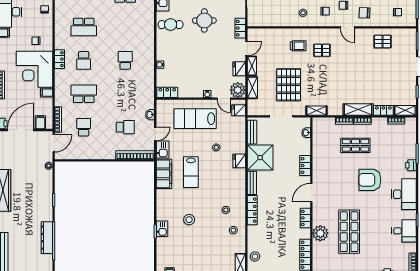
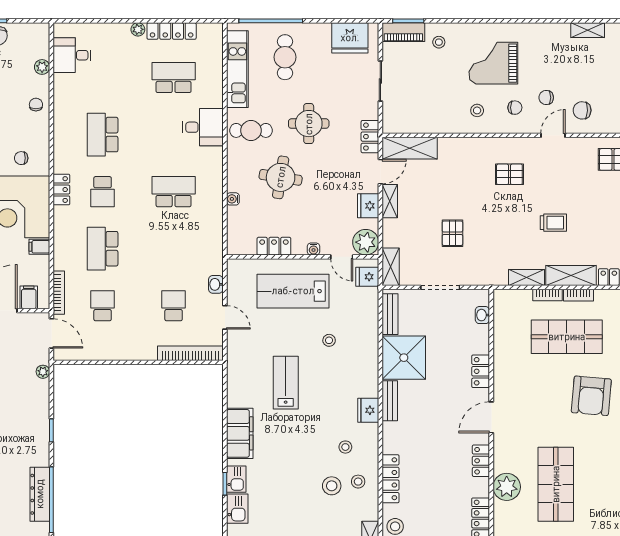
desk: (142, 23) -> (203, 127), added
school desk: (84, 27) -> (103, 135), turned 90
door: (347, 27) -> (553, 135), swing flipped
shelving: (264, 35) -> (410, 148), added
trolley: (298, 46) -> (553, 223), moved
round table: (188, 52) -> (281, 177), added
school desk: (125, 60) -> (174, 192), width x1.85
pallet: (289, 85) -> (452, 233), width x0.49, depth x0.50
shelving: (252, 88) -> (391, 267), moved
locker: (167, 92) -> (274, 246), moved
school desk: (84, 94) -> (103, 249), turned -90
shelving: (316, 111) -> (527, 277), moved
school desk: (125, 127) -> (174, 306), turned -90
door: (155, 134) -> (225, 317), hinge flipped
door: (54, 143) -> (51, 333), hinge flipped
shop shelf: (355, 145) -> (567, 337), width x1.43, depth x1.36
kitchen sink: (163, 150) -> (237, 509), moved
fridge: (239, 161) -> (368, 410), moved
lab bench: (191, 172) -> (286, 383), turned 180
filing cabinet: (164, 174) -> (240, 433), moved
armchair: (370, 180) -> (591, 396), turned -85
locker: (252, 210) -> (391, 479), moved
stool: (189, 220) -> (332, 486), moved

